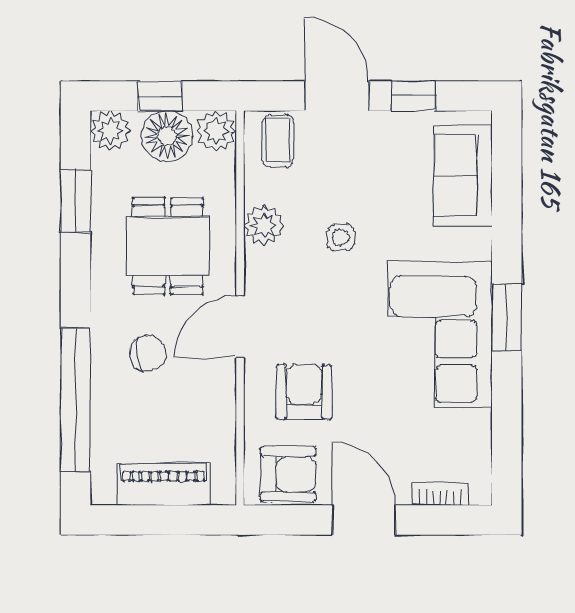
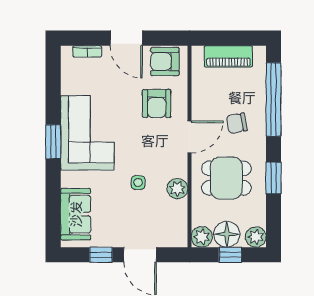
coffee table: (278, 141) -> (170, 232), removed
window: (75, 201) -> (274, 178), moved
dining table: (168, 246) -> (226, 178), turned 90

